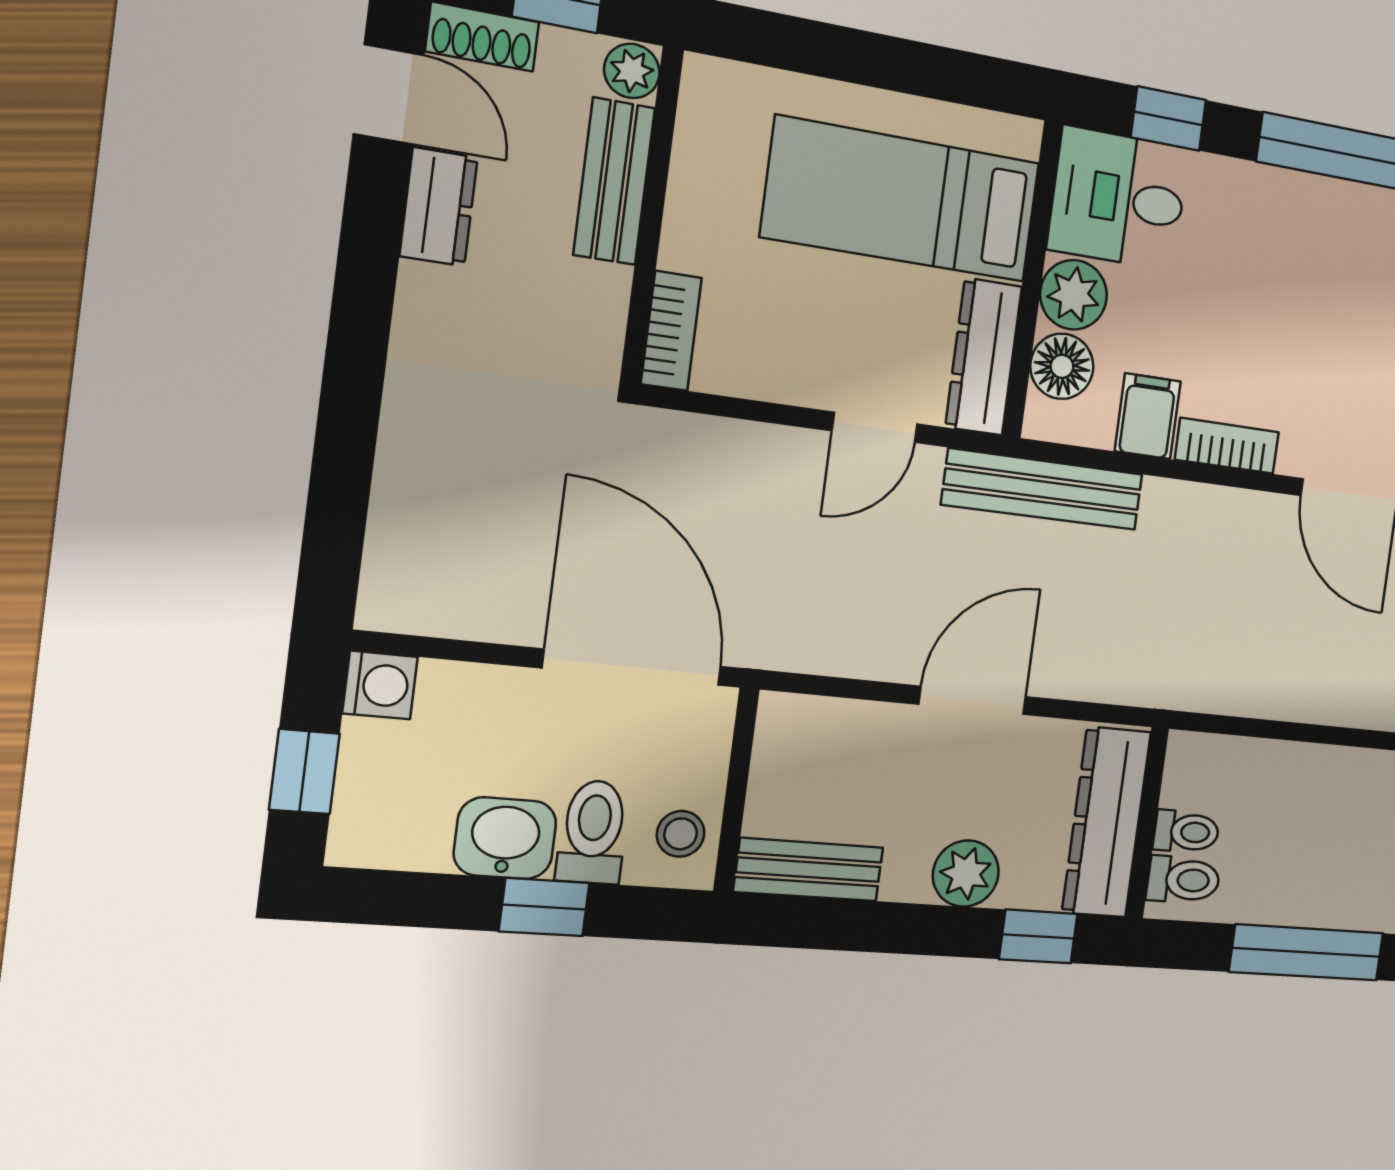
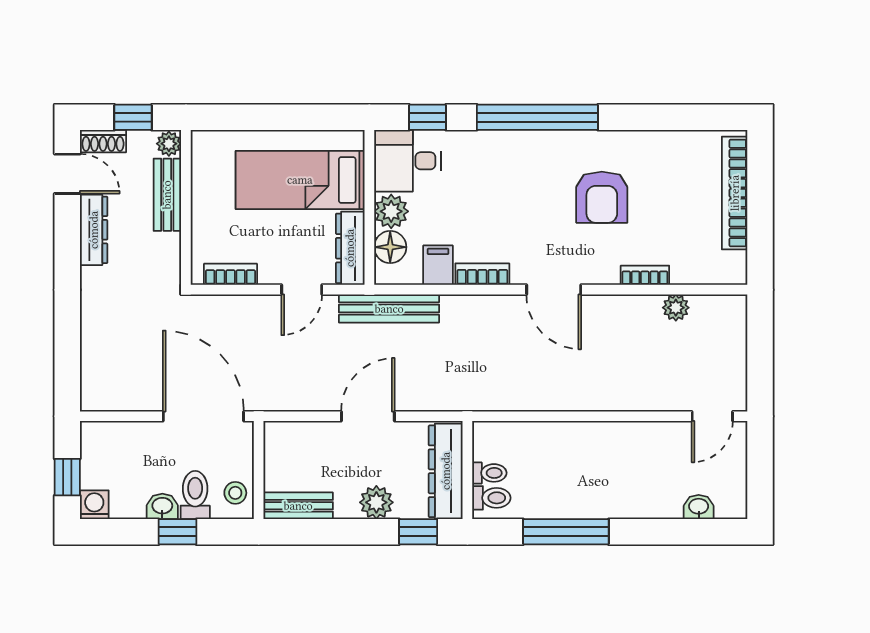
dresser: (439, 207) -> (94, 230), width x1.44
bookcase: (671, 331) -> (230, 274), moved, turned -90
washing machine: (380, 685) -> (94, 505), moved, turned -90
washbasin: (505, 838) -> (162, 506), width x0.72, depth x0.69

